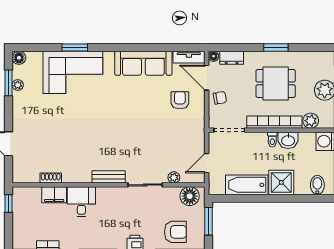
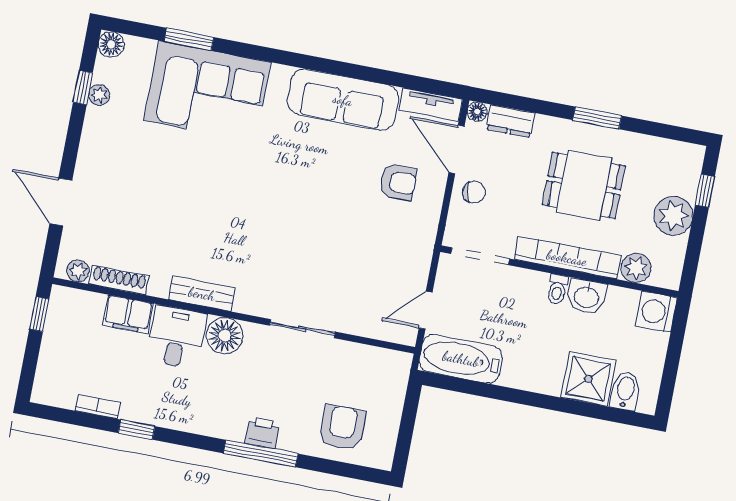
window: (75, 47) -> (189, 39), moved
window: (9, 83) -> (83, 88), width x0.67
armchair: (180, 100) -> (398, 182), turned 90
bench: (109, 177) -> (202, 294), moved
plant: (174, 177) -> (78, 271), moved
shoe rack: (51, 178) -> (119, 280), width x1.43
shower: (281, 182) -> (588, 379), moved
bathtub: (247, 185) -> (461, 359), moved
floor lamp: (190, 196) -> (225, 336), moved
window: (209, 221) -> (408, 420), removed
armchair: (175, 232) -> (342, 428), turned -90

